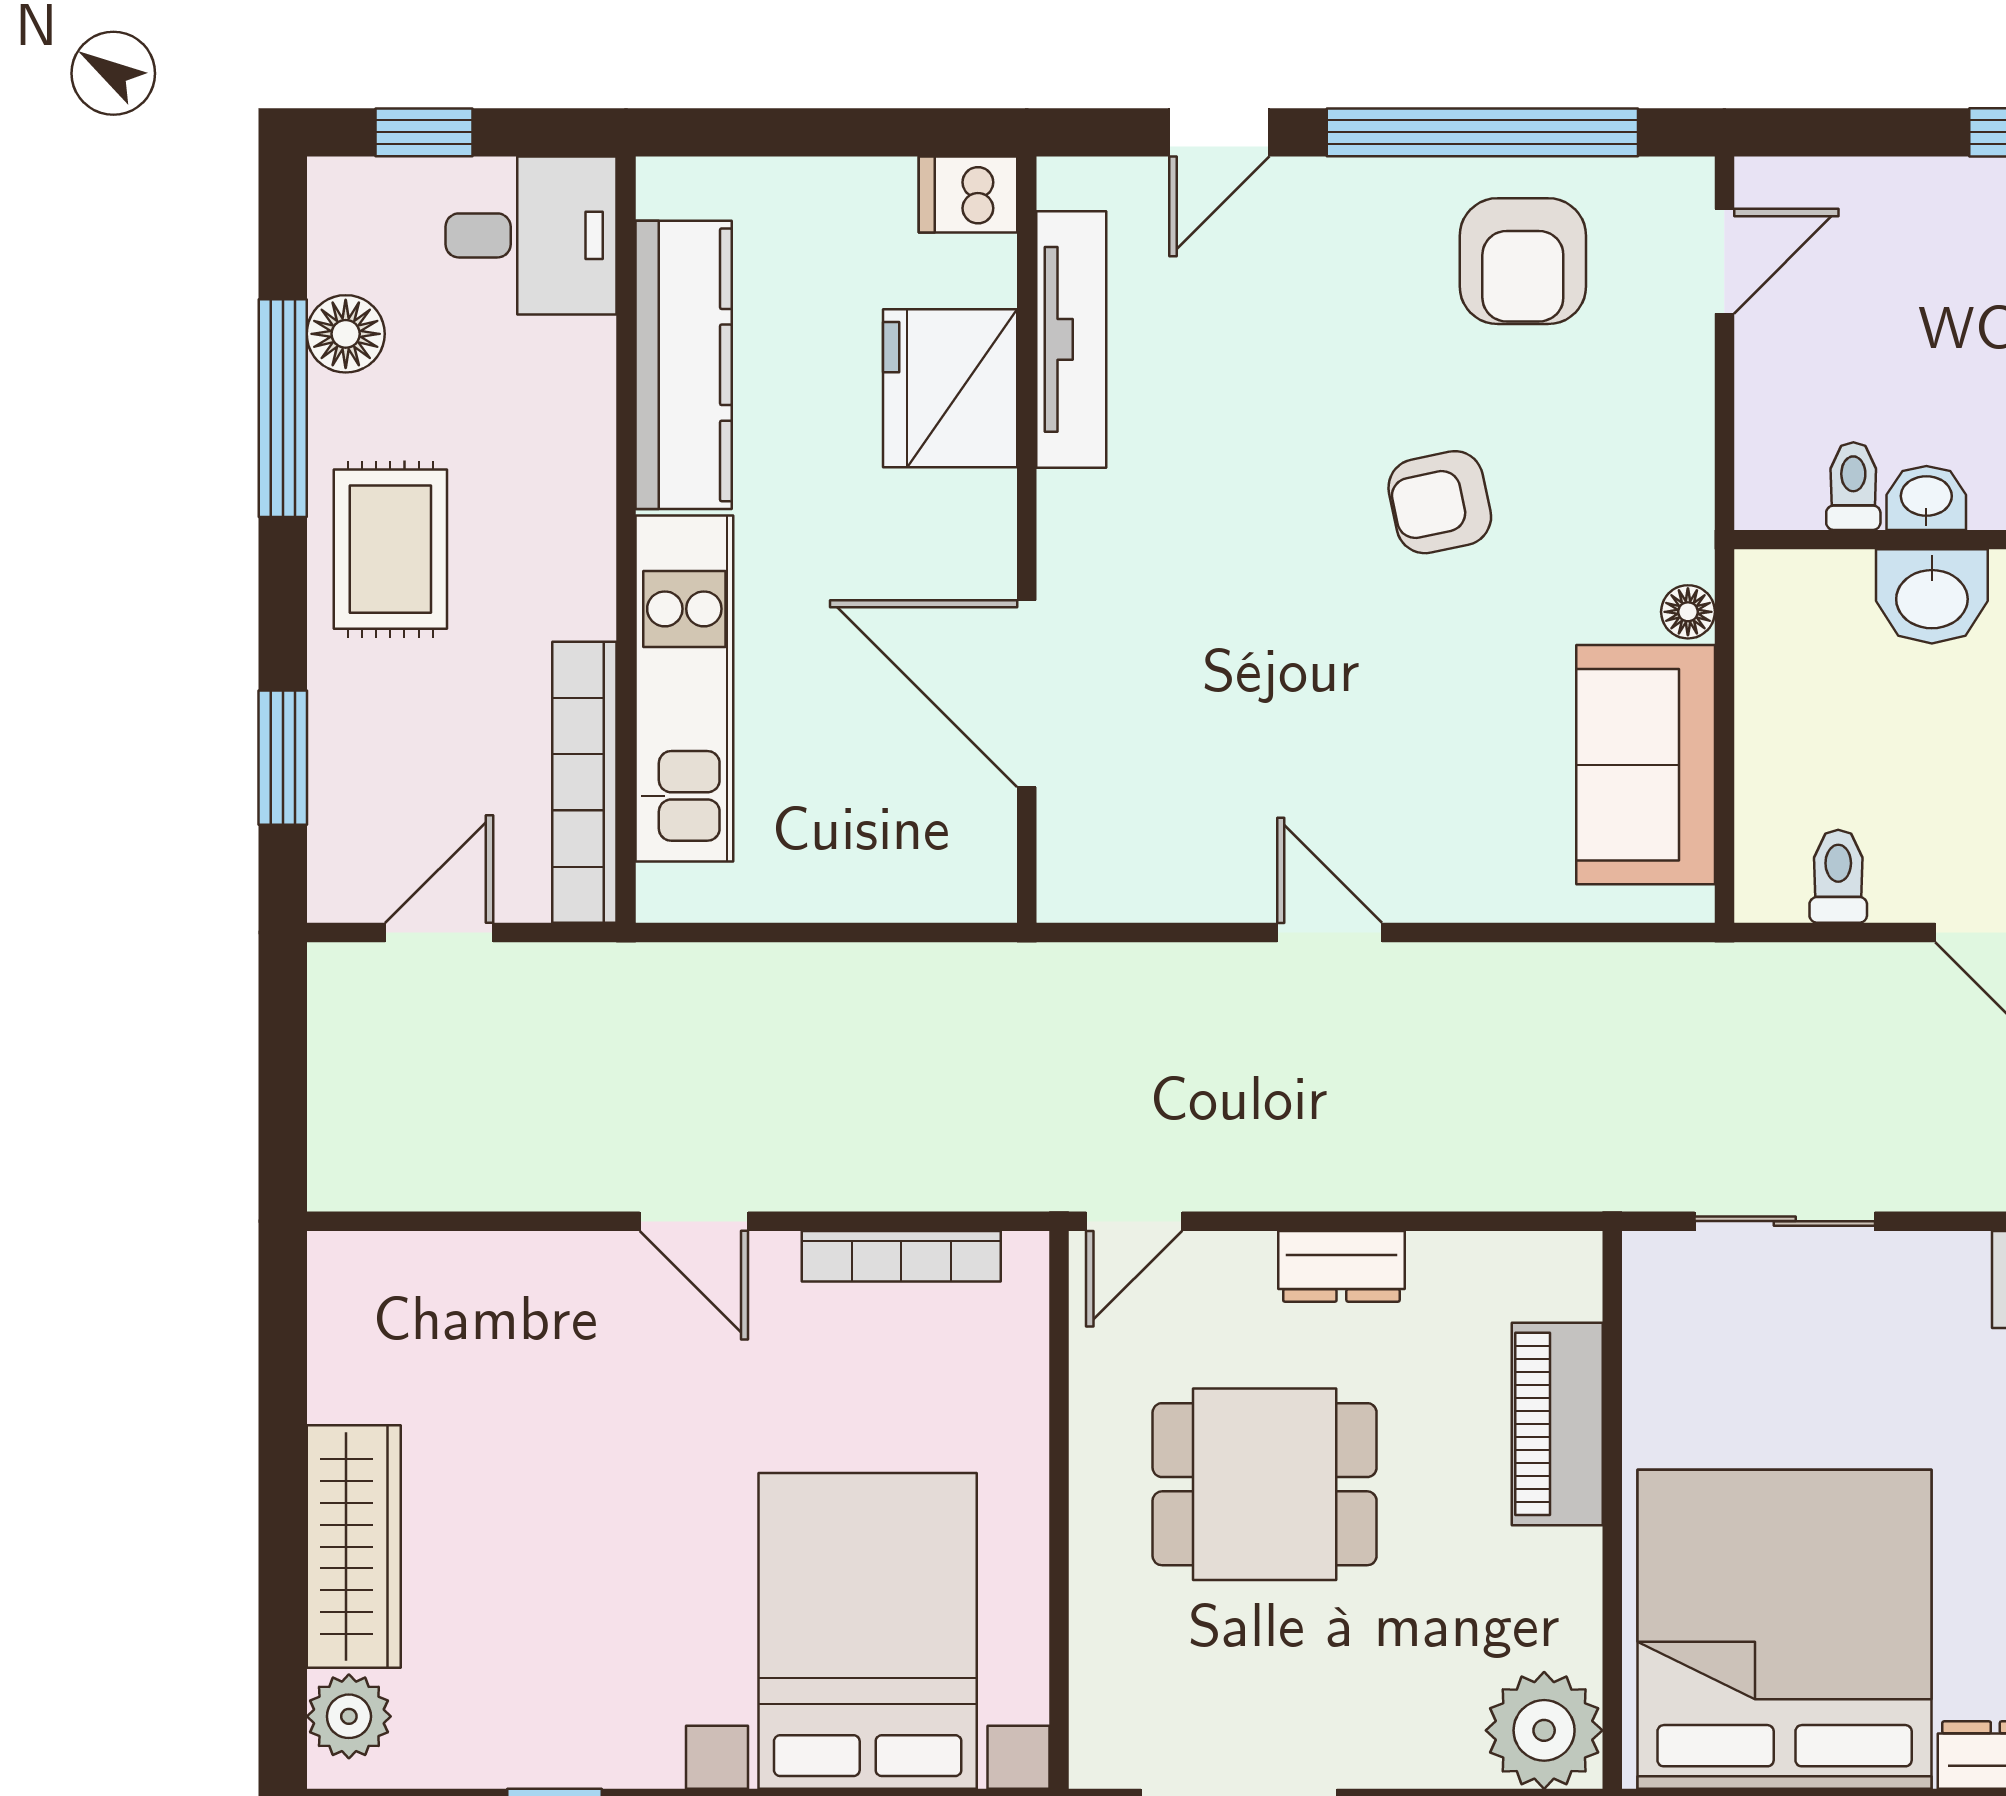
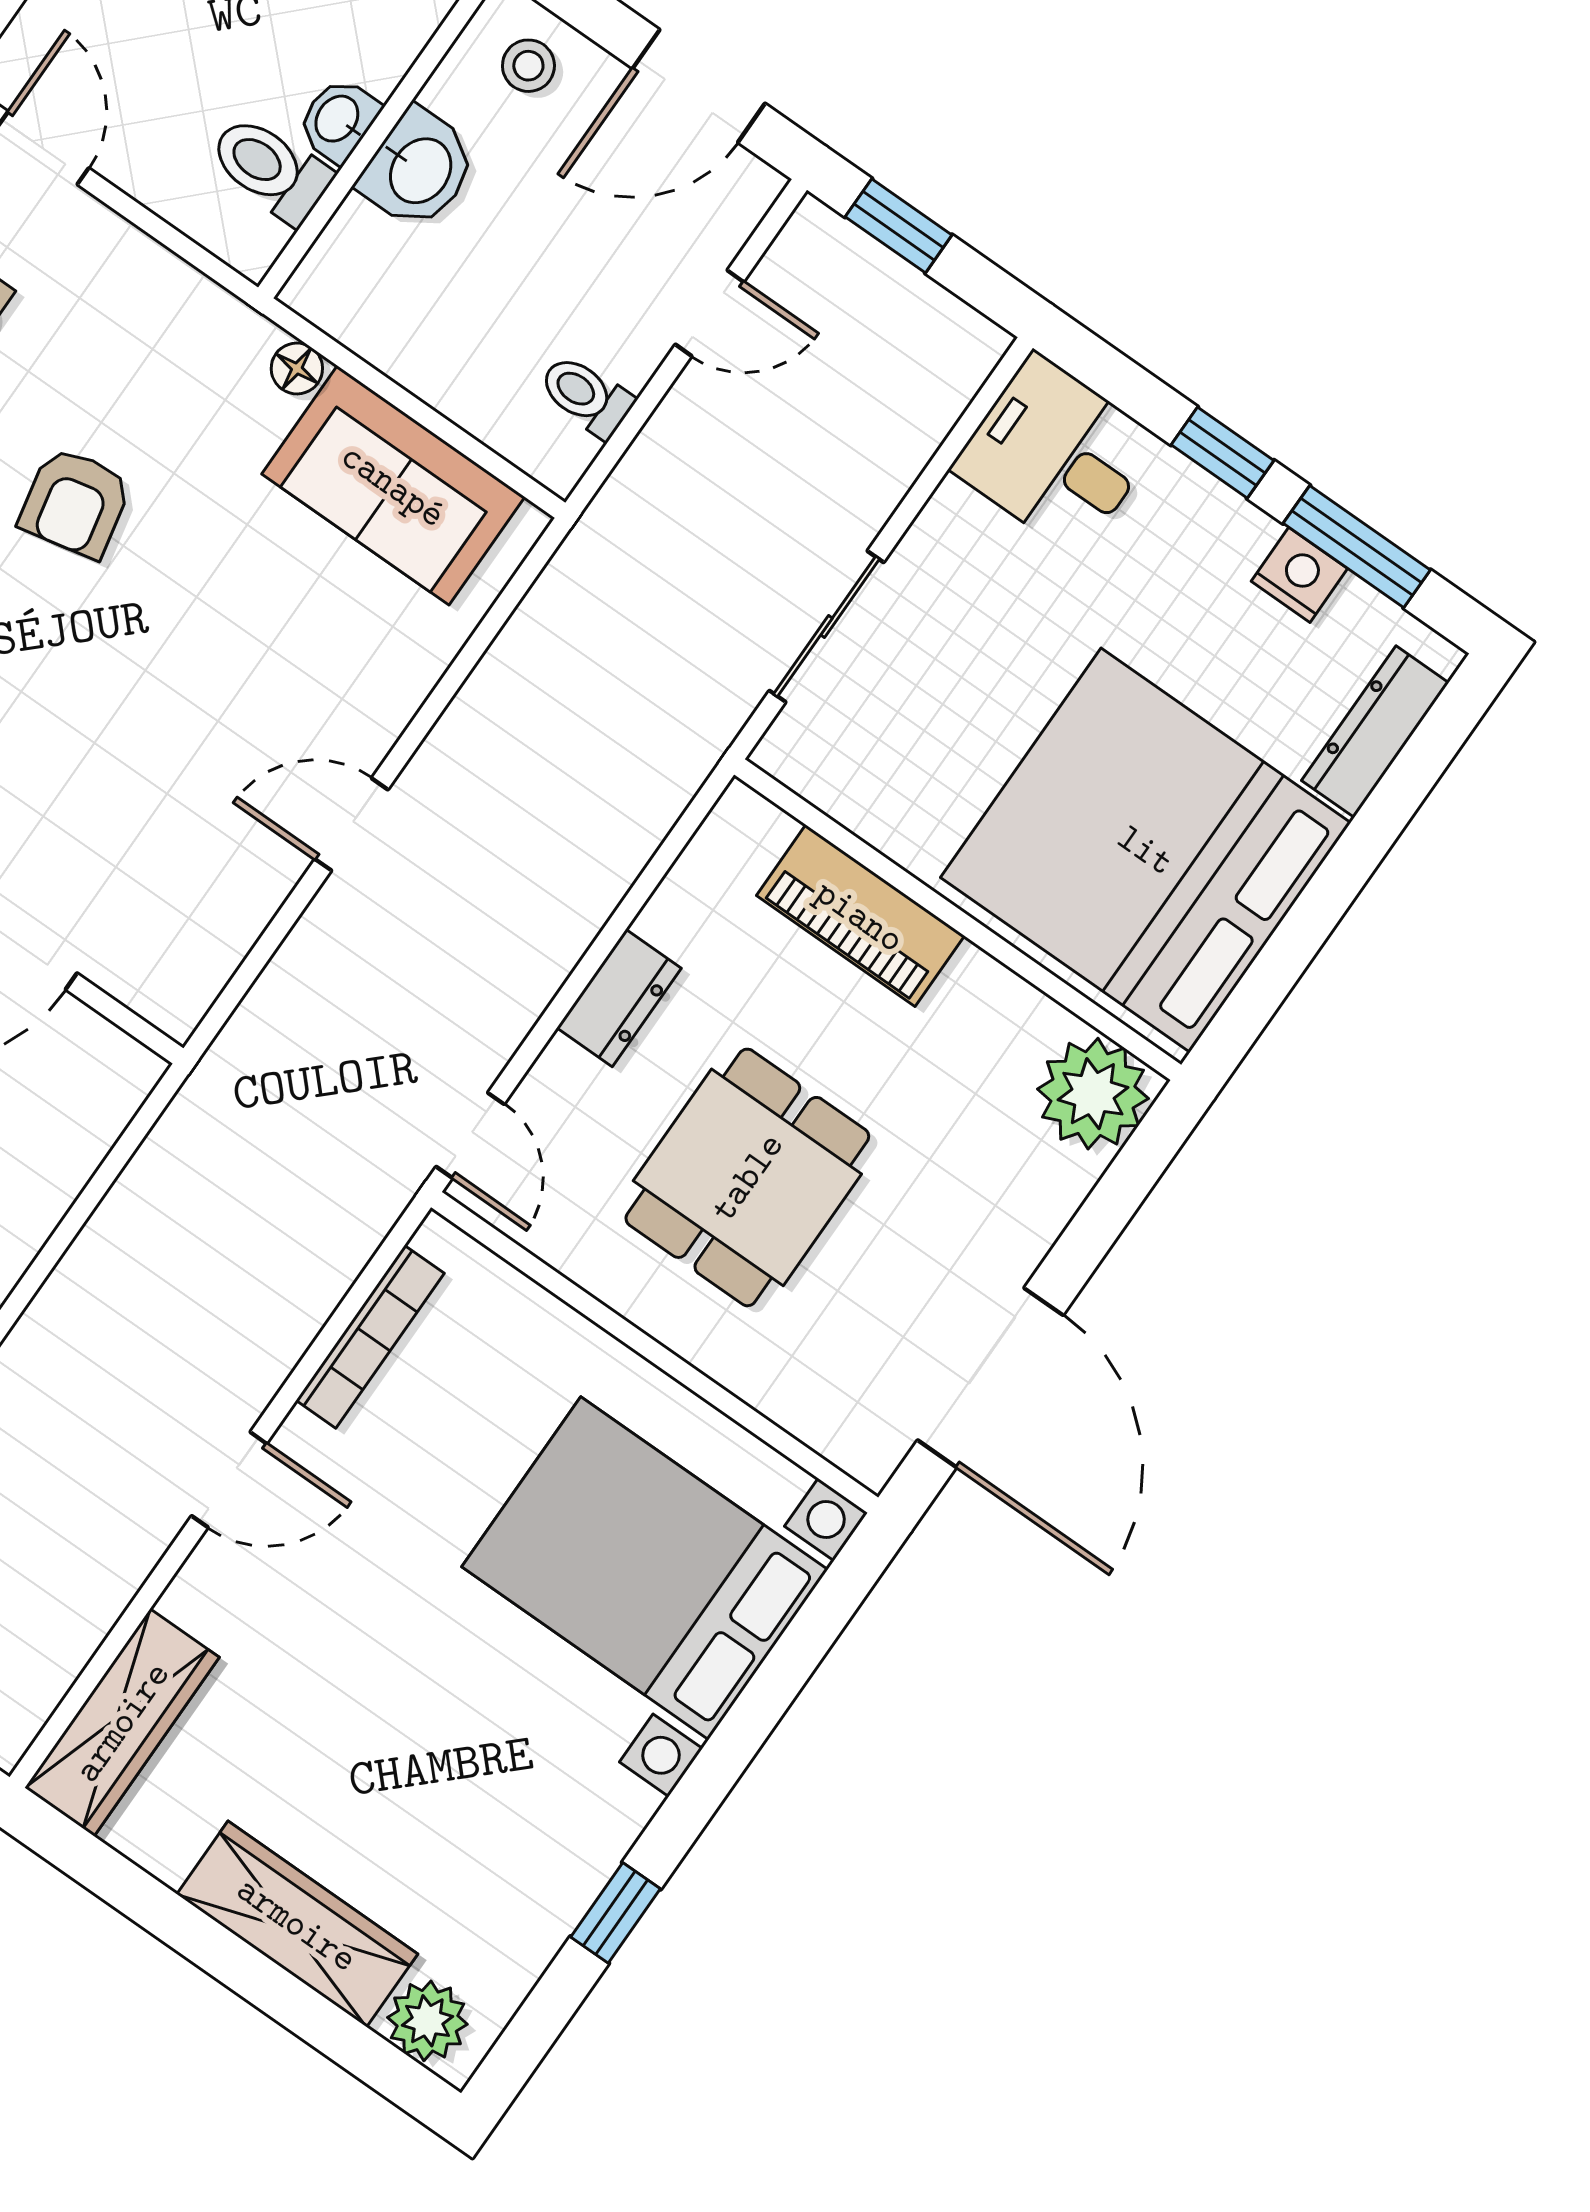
toilet: (1853, 486) -> (270, 169), width x1.37, depth x1.39
wardrobe: (421, 1275) -> (122, 1722), added

